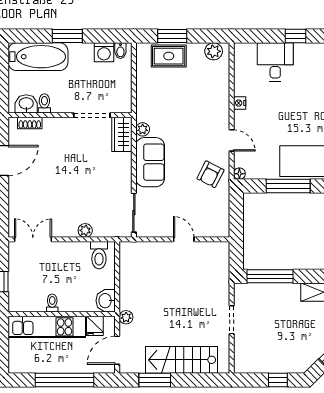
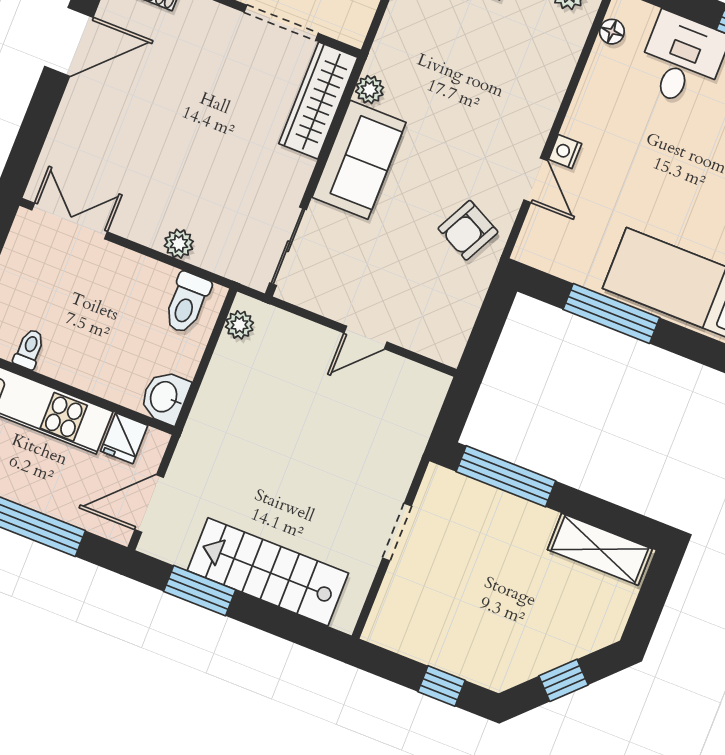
nightstand: (240, 103) -> (565, 151), moved
wardrobe: (122, 134) -> (318, 100), width x1.50
floor lamp: (239, 174) -> (612, 32), moved
door: (184, 239) -> (365, 338), swing flipped
toilet: (52, 303) -> (29, 349), moved
plant: (126, 317) -> (239, 325), moved

